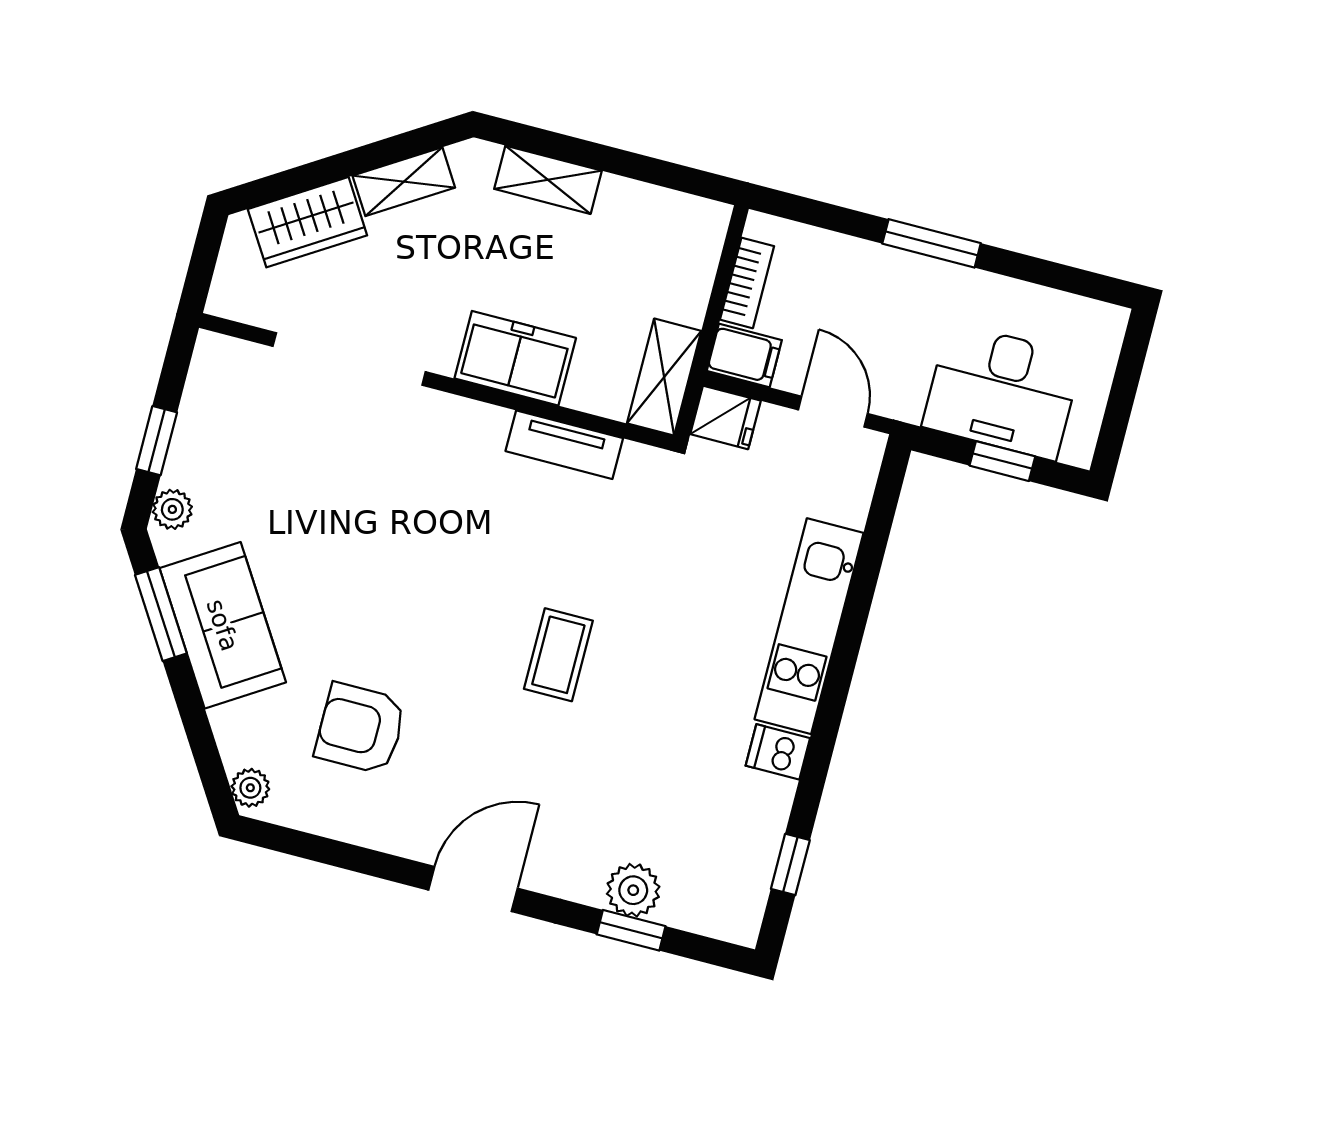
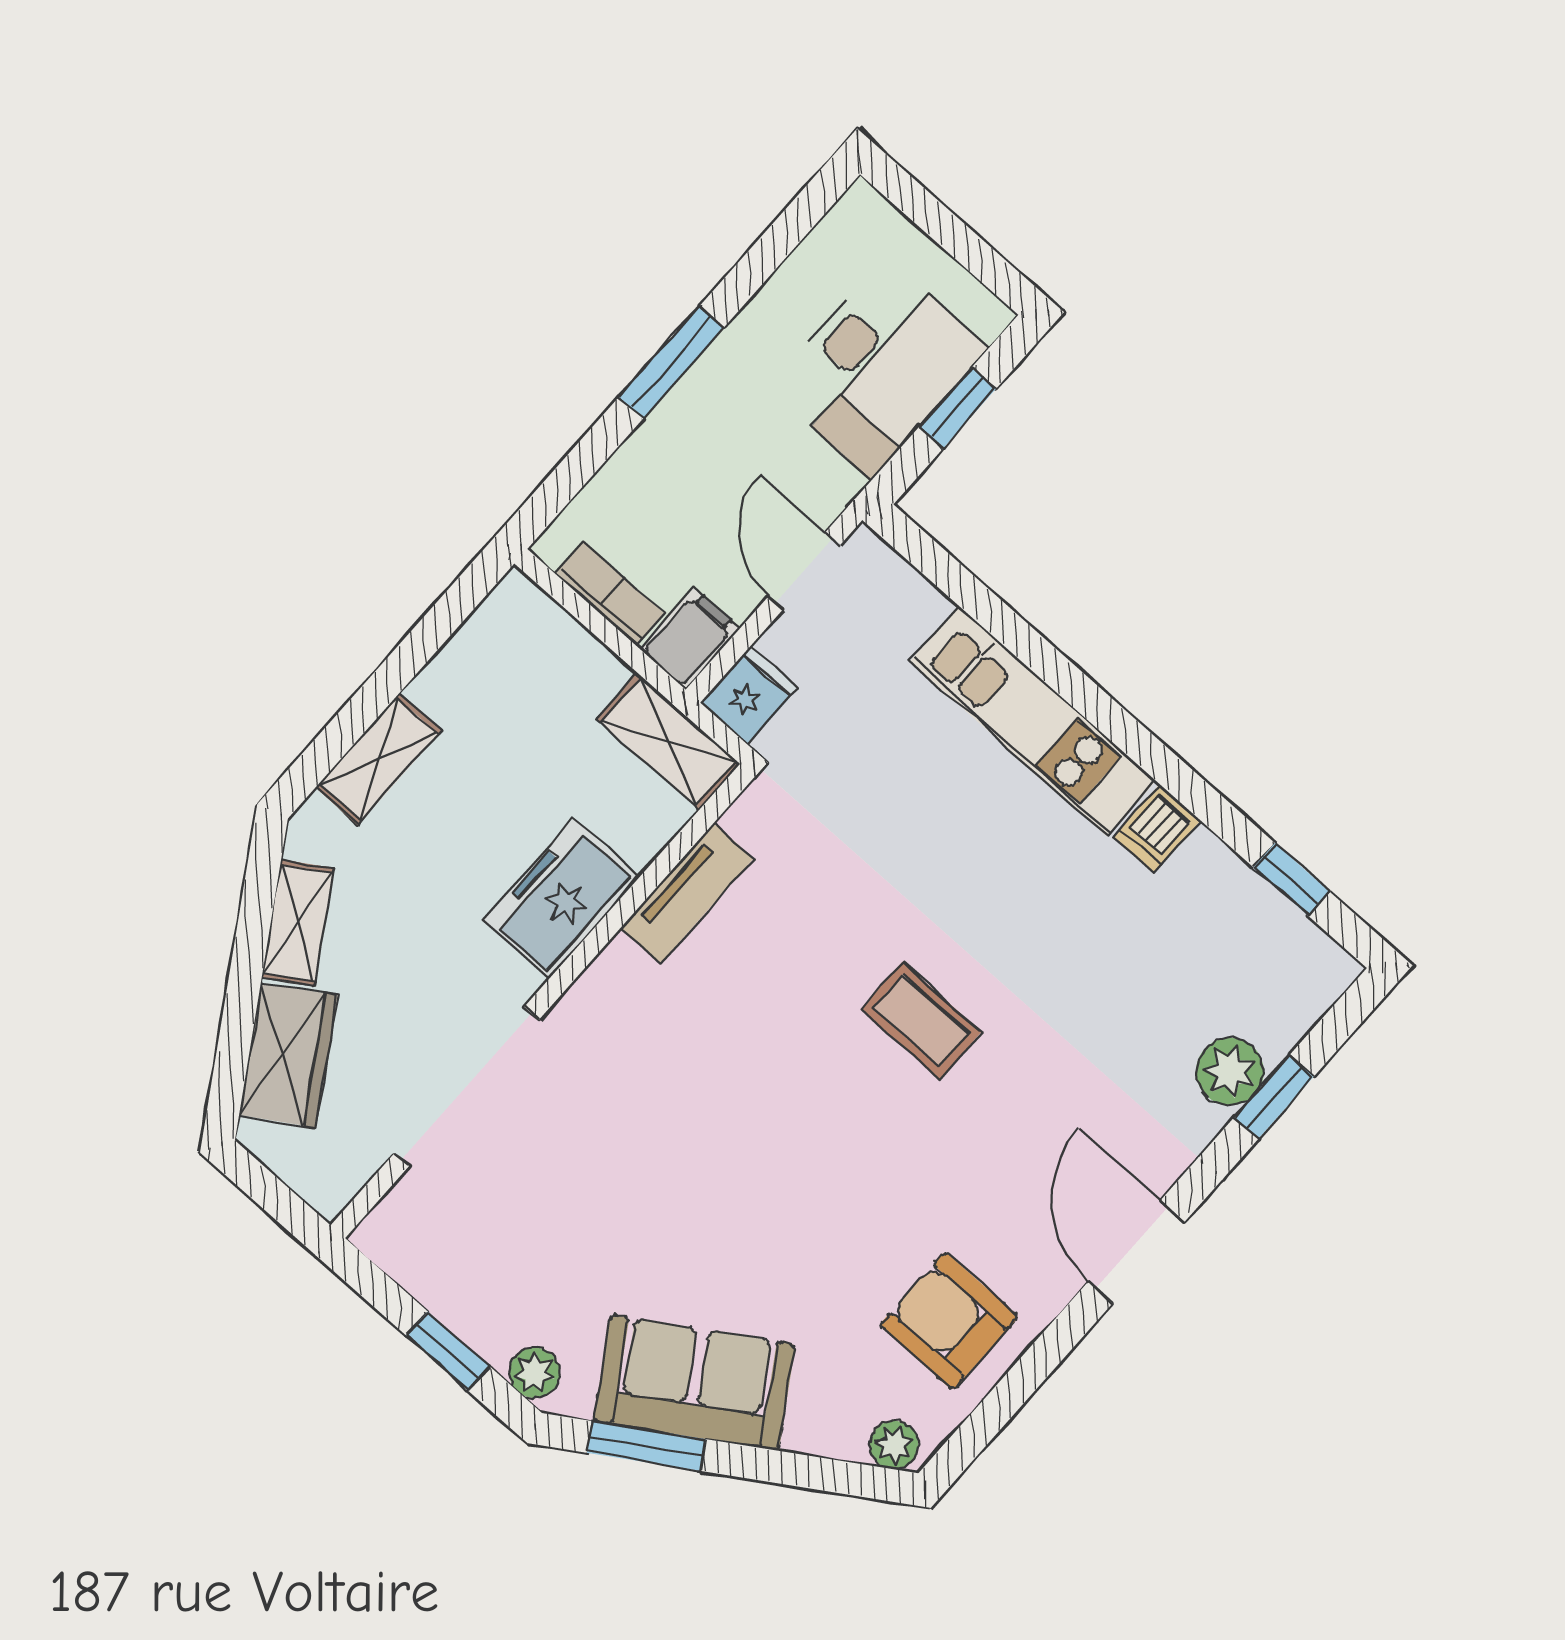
door: (833, 412) -> (804, 571), hinge flipped
armchair: (360, 728) -> (949, 1321), moved, turned 90

